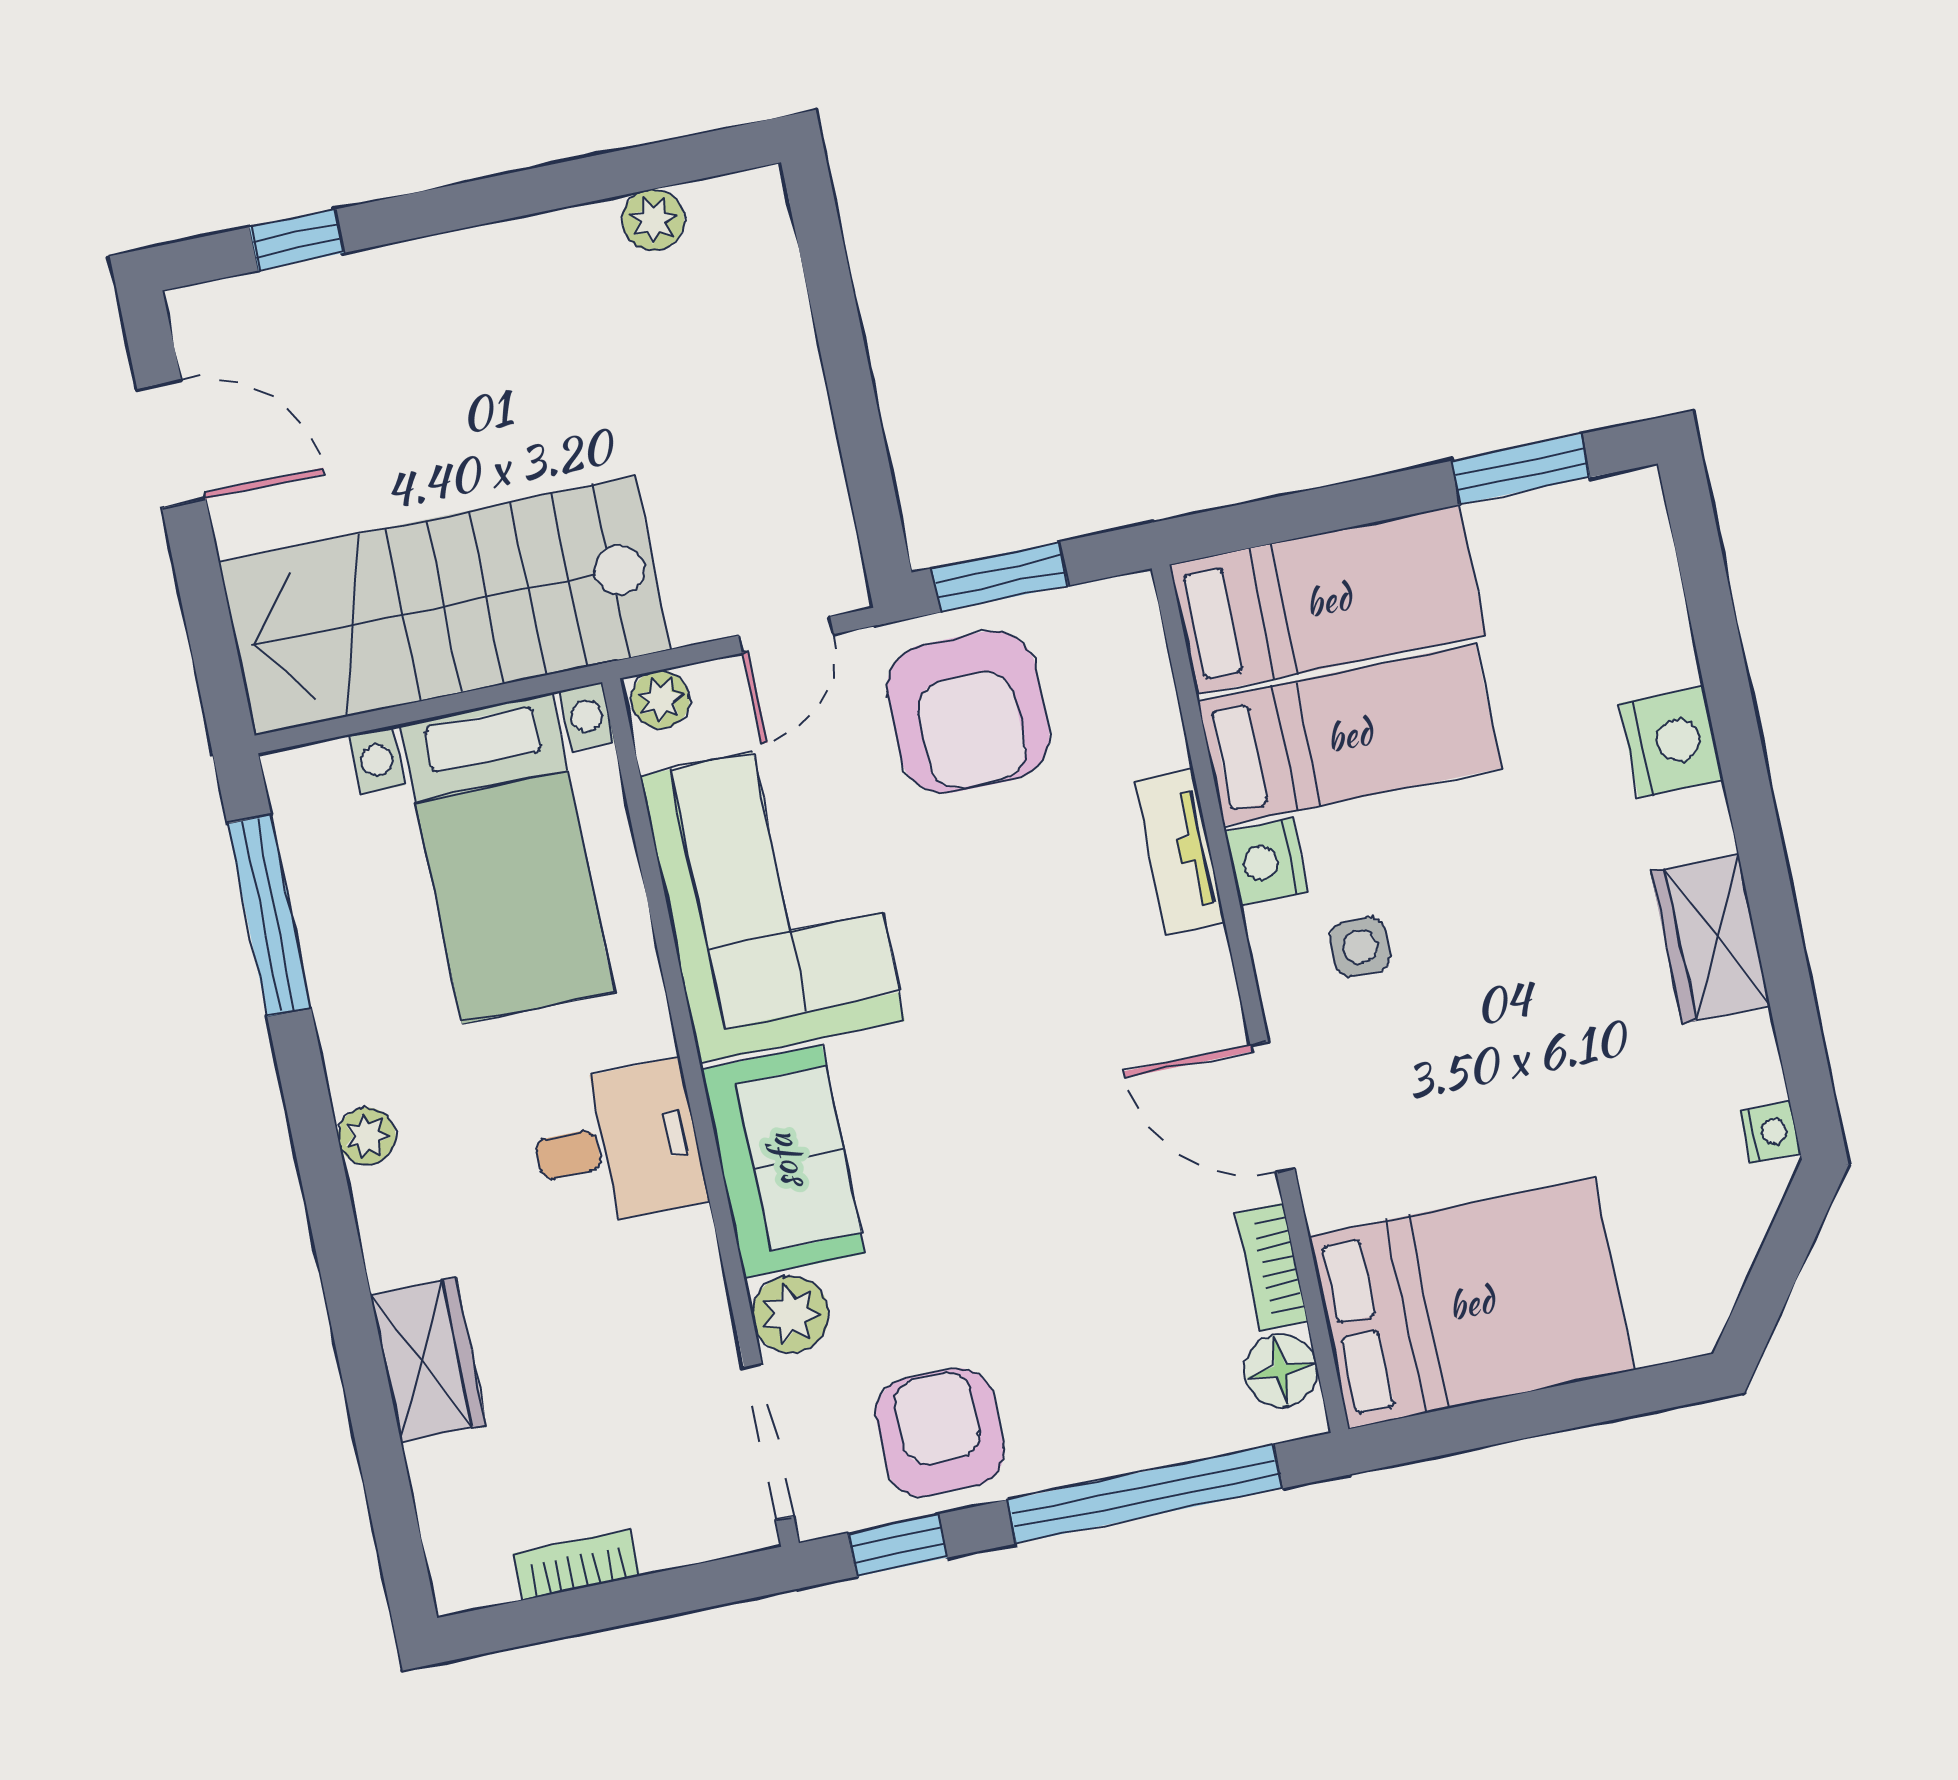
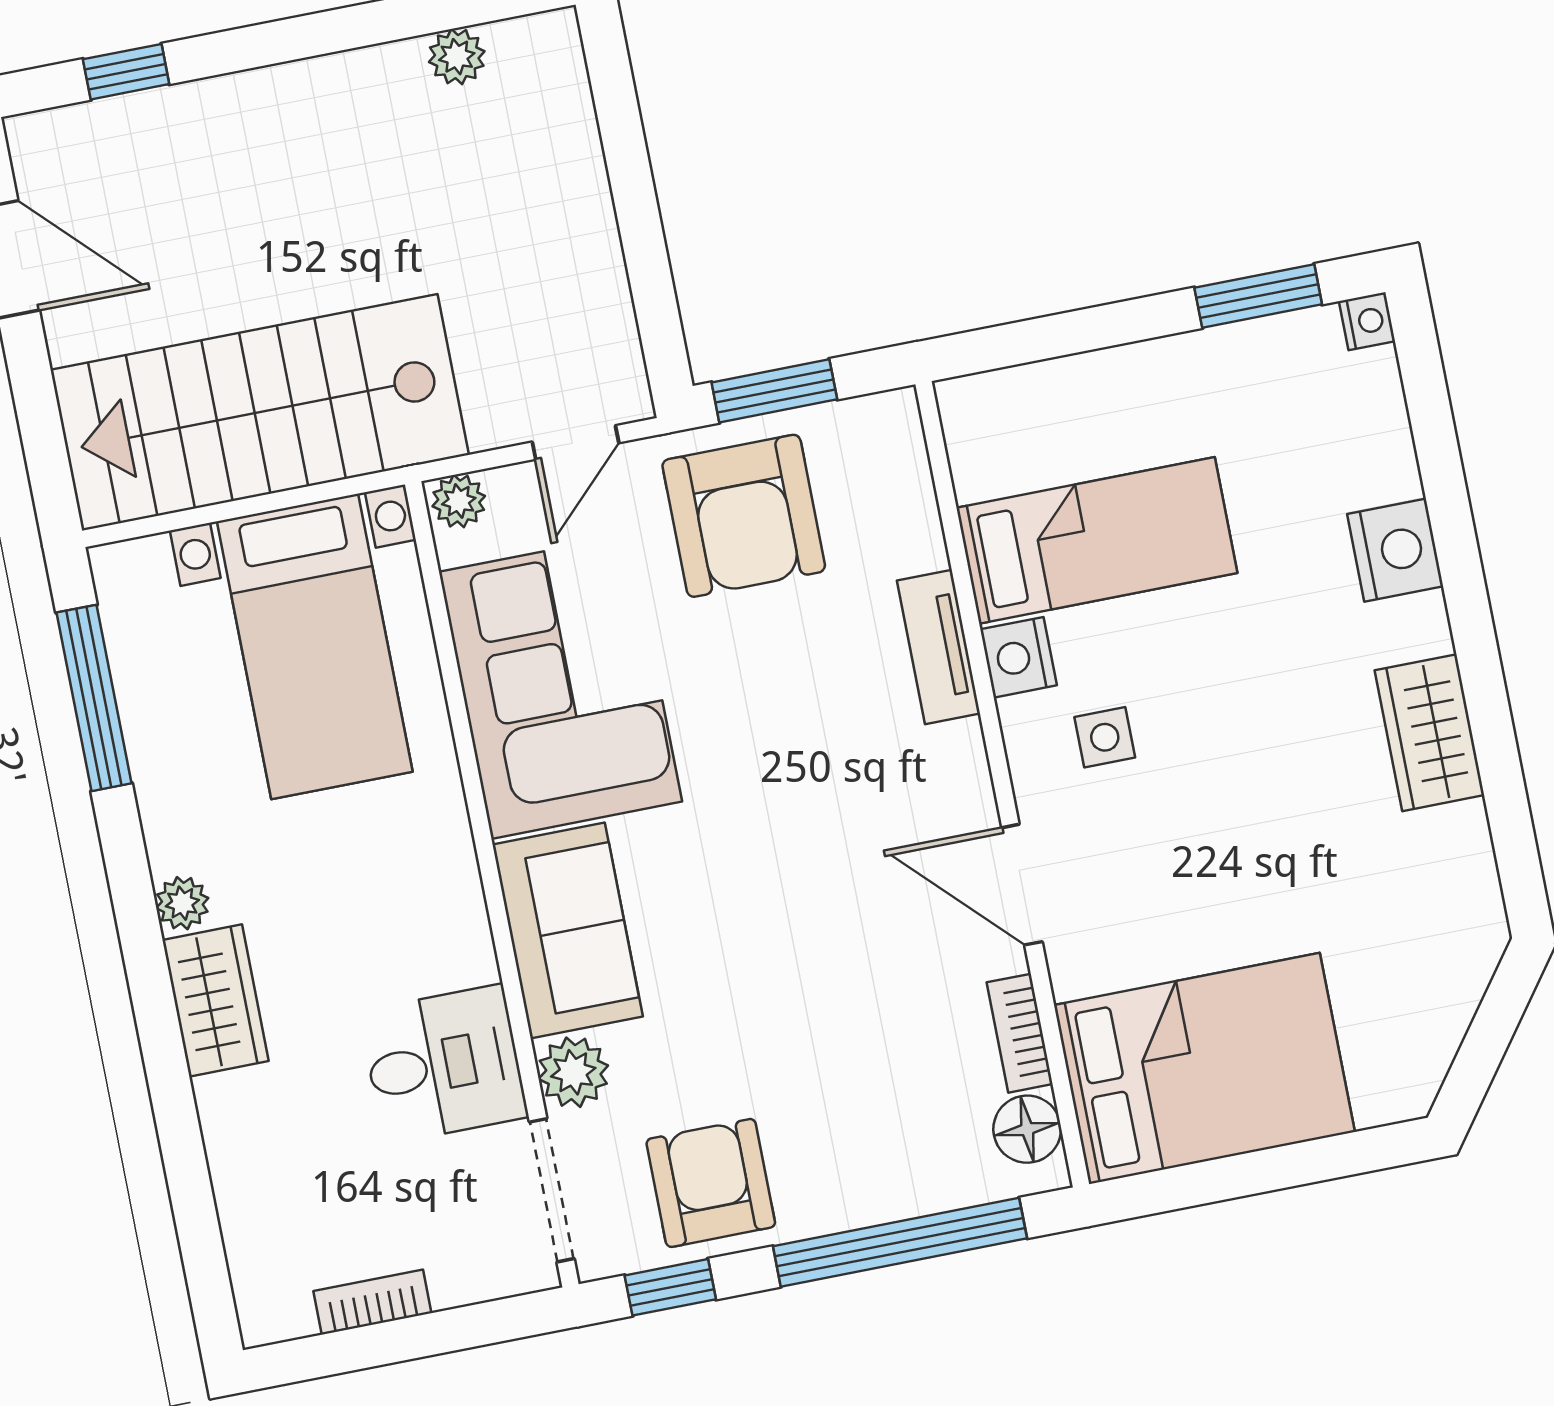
bed: (1328, 600) -> (1078, 415), removed
nightstand: (1770, 1132) -> (1367, 321), moved
desk: (617, 1145) -> (444, 1064), moved
wardrobe: (428, 1360) -> (215, 1000), moved

